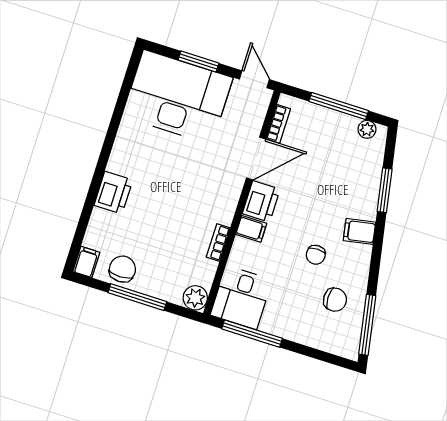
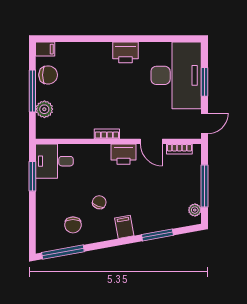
door: (256, 158) -> (151, 141), width x0.73
printer: (113, 193) -> (125, 52), moved
filing cabinet: (251, 229) -> (103, 153), removed
bookcase: (218, 242) -> (107, 134), moved
chair: (316, 255) -> (99, 202), turned 112
plant: (195, 298) -> (44, 109), moved
window: (252, 334) -> (32, 176), width x0.69

